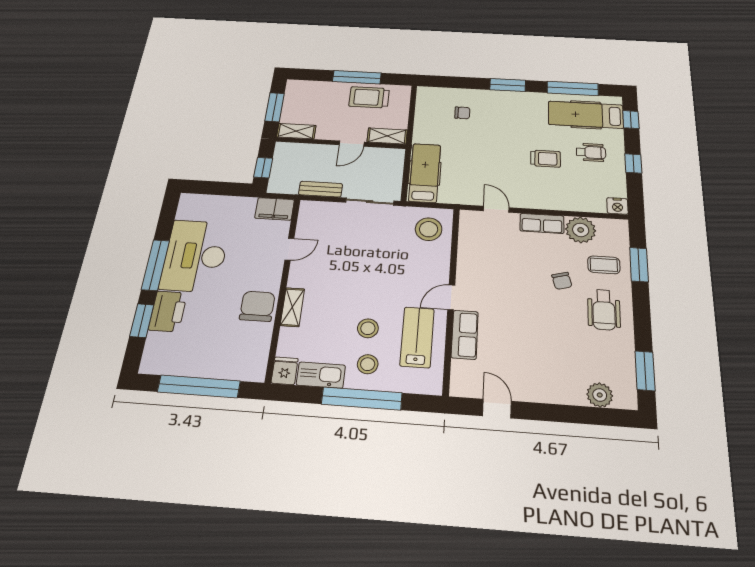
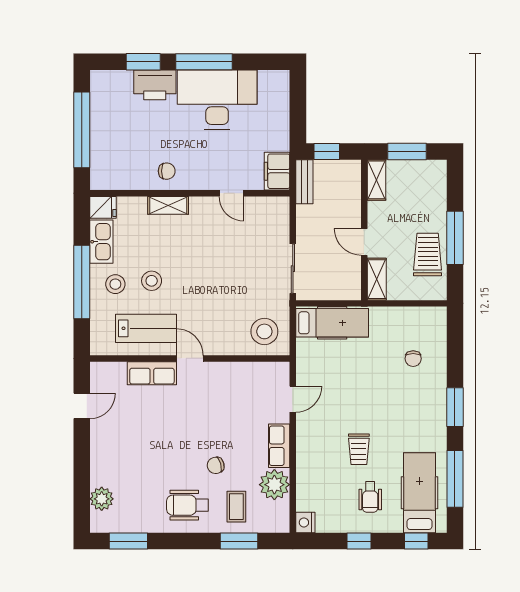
bench: (321, 189) -> (304, 182), moved
chair: (257, 306) -> (167, 171), width x0.54, depth x0.54

